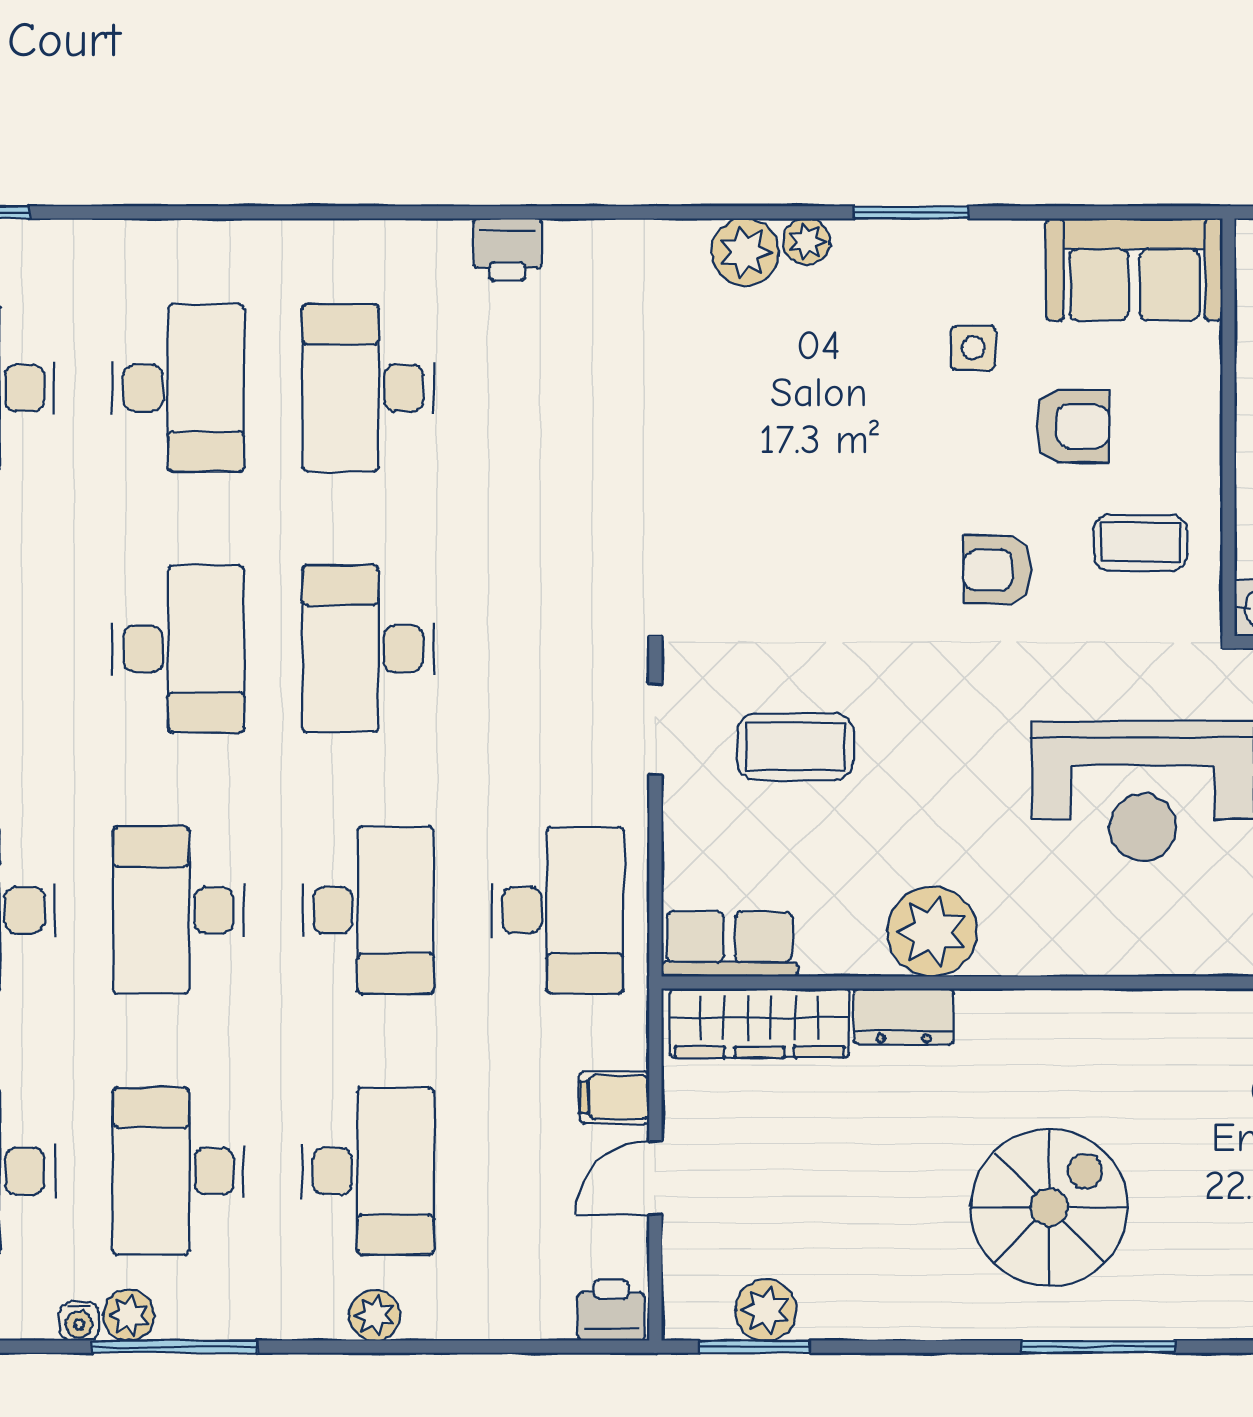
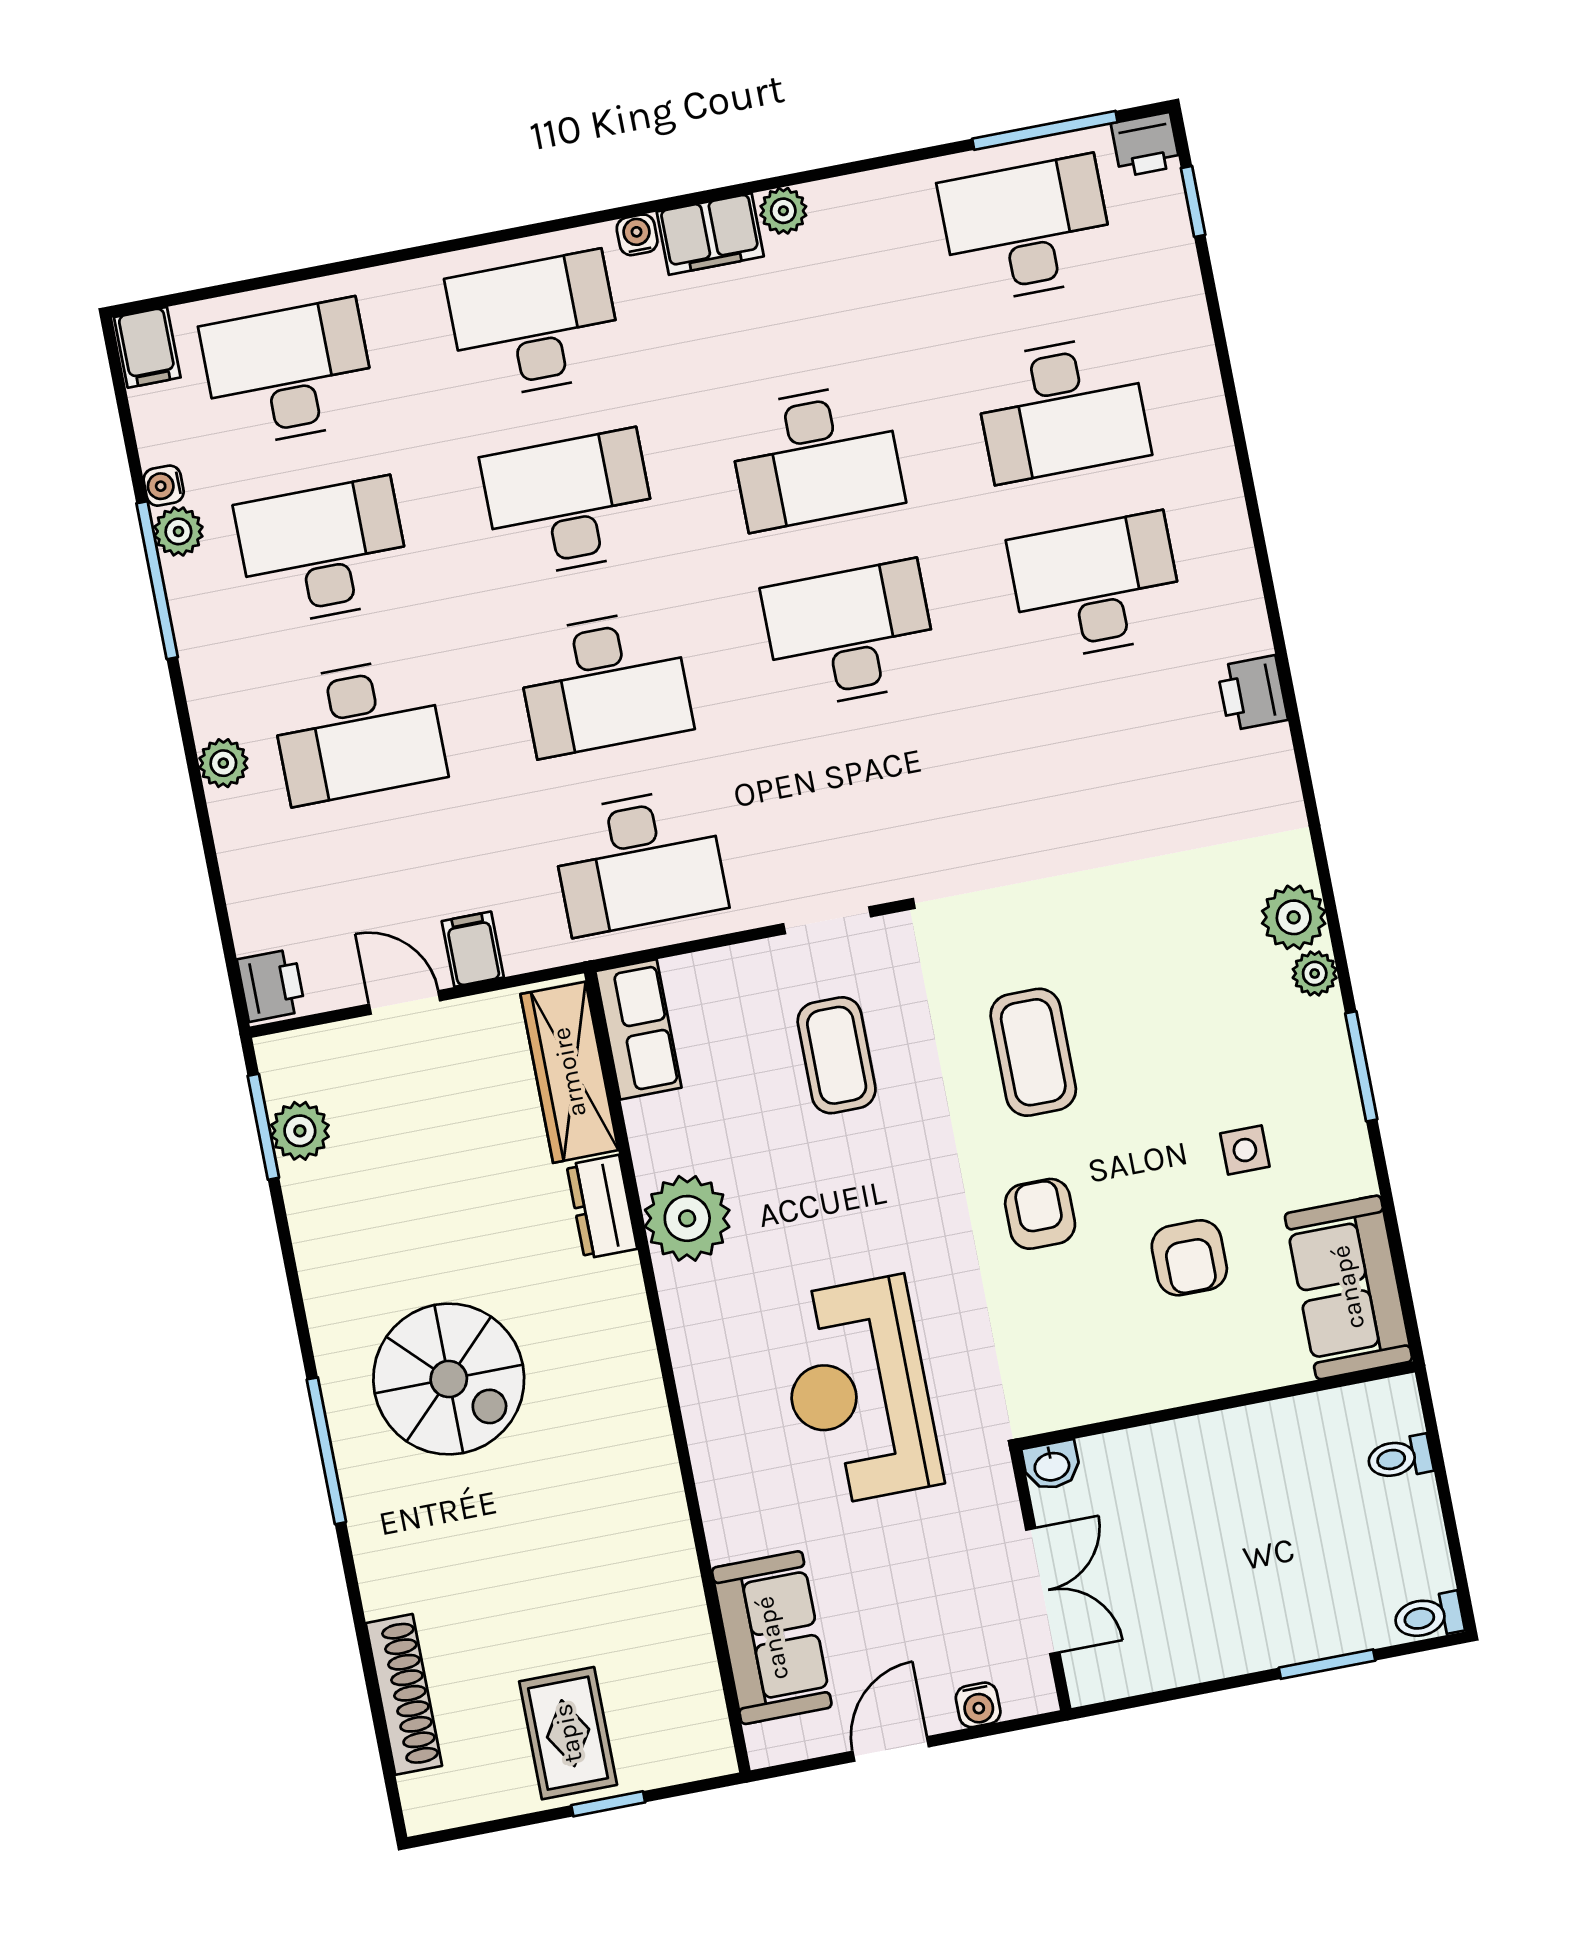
coffee table: (1140, 543) -> (1033, 1052), moved, width x1.36, depth x1.30

